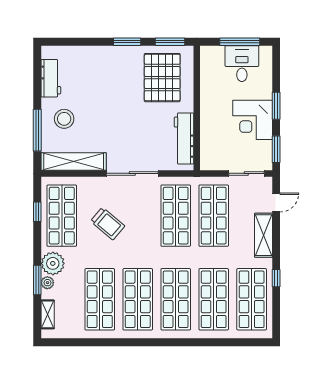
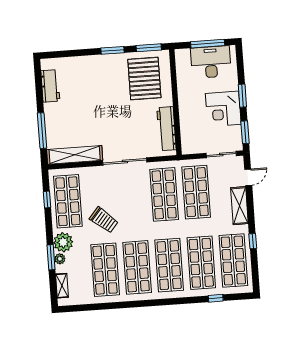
desk: (242, 64) -> (211, 62), width x1.37
stool: (64, 119) -> (64, 119), removed
trolley: (108, 224) -> (104, 220), moved
window: (228, 342) -> (216, 298), added

